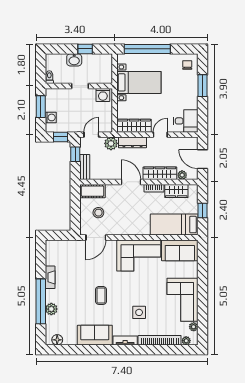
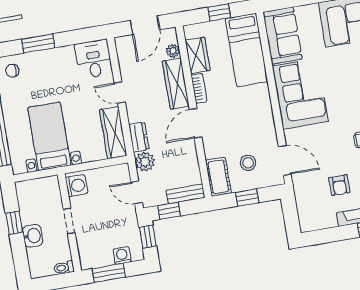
dresser: (132, 142) -> (139, 137), width x0.70
window: (75, 208) -> (247, 197), added
armchair: (73, 271) -> (339, 185), added

